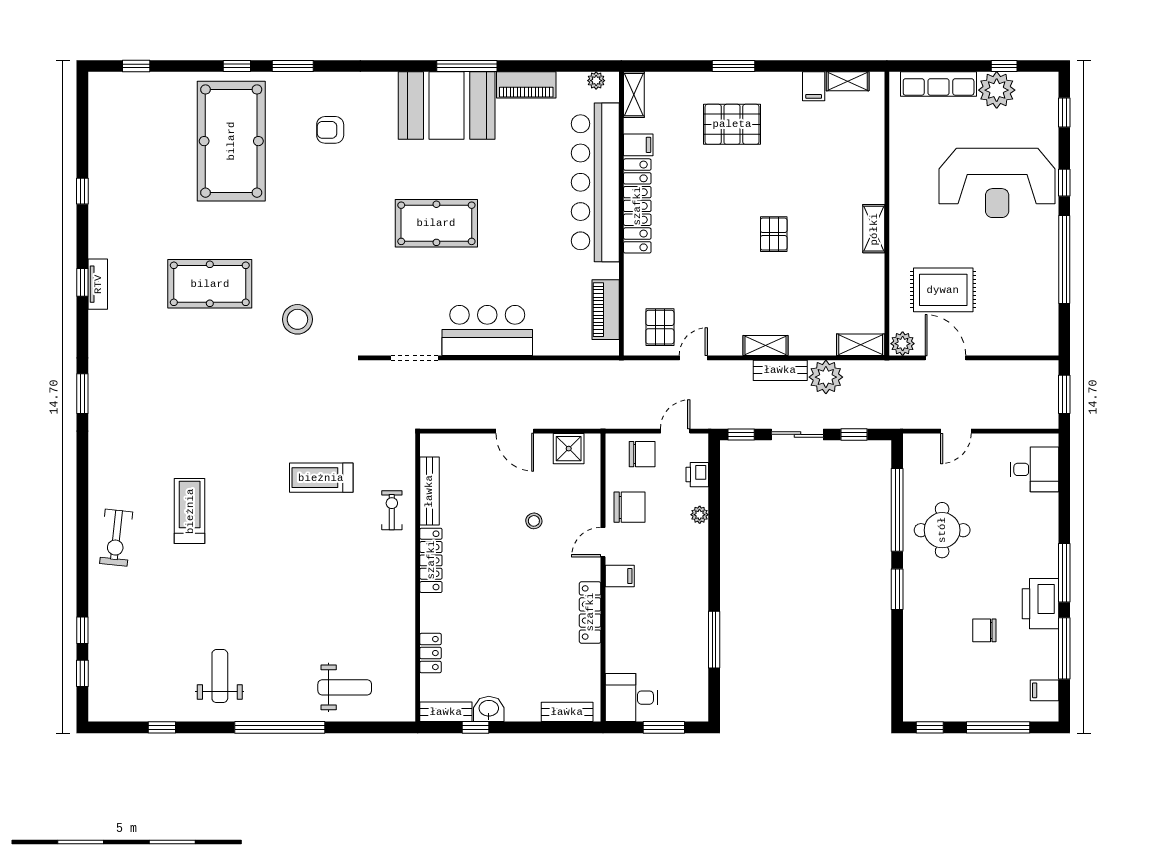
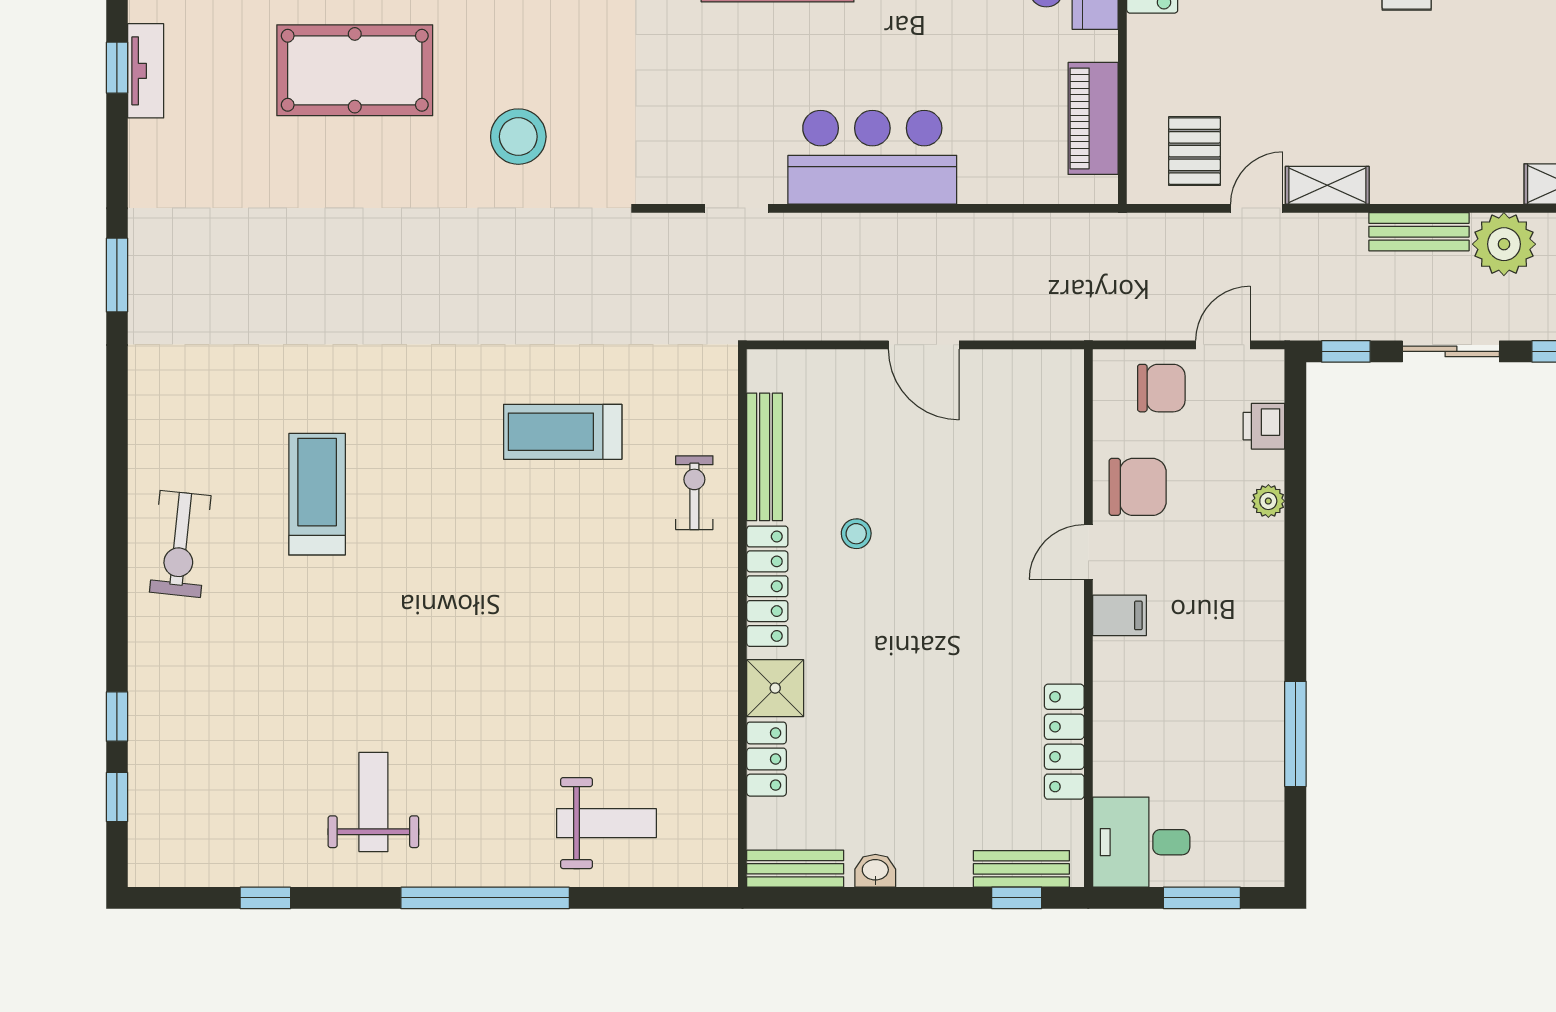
shelving: (765, 345) -> (1327, 185), moved
doorway: (414, 358) -> (737, 208), width x0.73
shower: (569, 449) -> (775, 688), moved
stool: (534, 521) -> (856, 534), moved
locker: (590, 612) -> (1064, 742), moved
washbasin: (489, 709) -> (875, 871), width x0.72, depth x0.69
window: (475, 727) -> (1017, 898), moved

